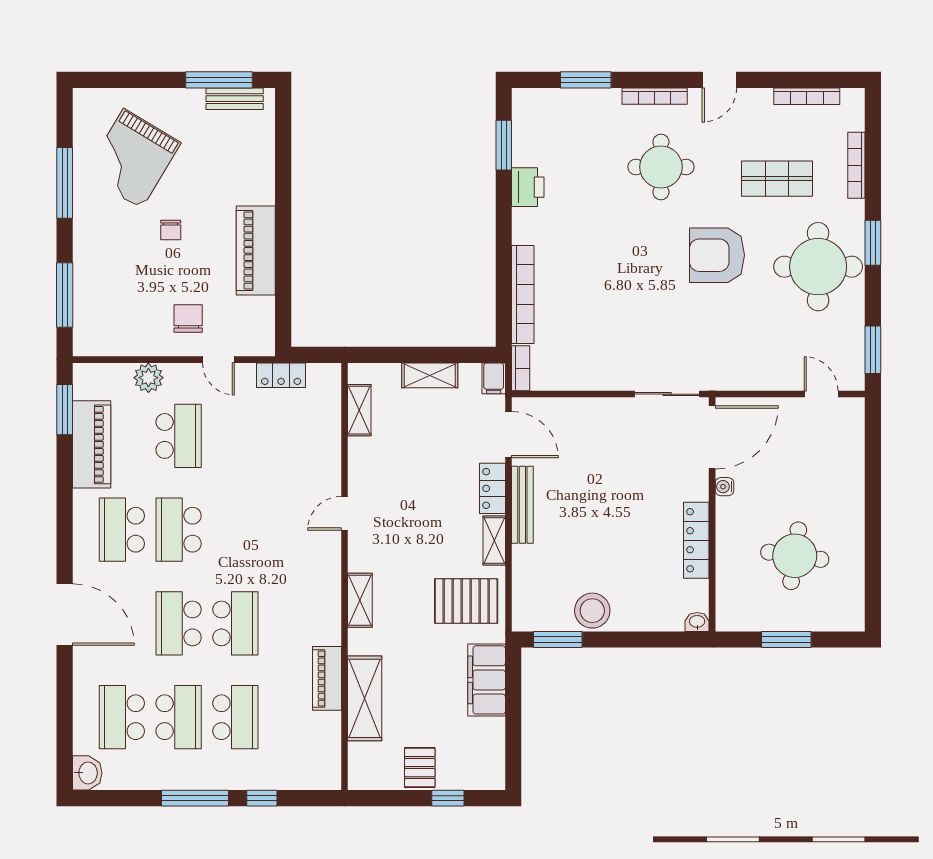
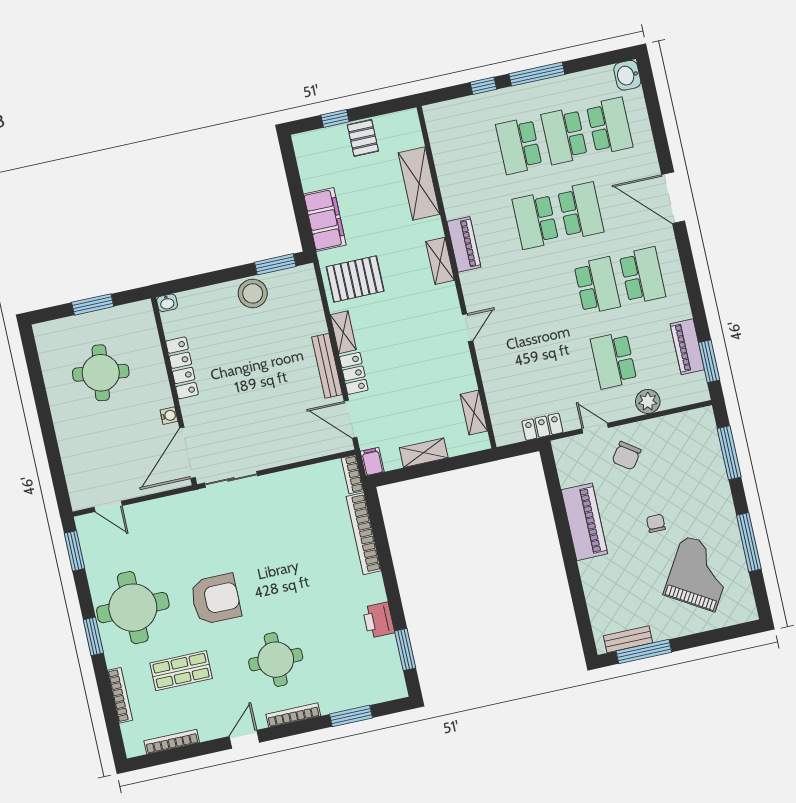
chair: (188, 318) -> (626, 456), turned 35
piano: (92, 444) -> (687, 347), width x0.73, depth x0.75
piano: (327, 678) -> (464, 244), moved

